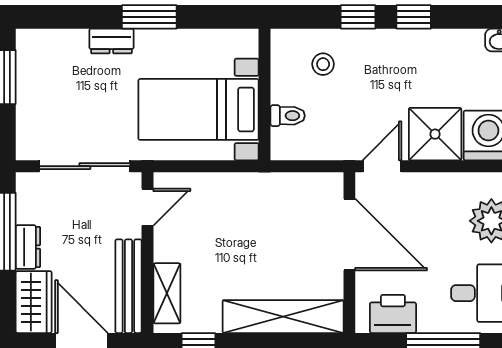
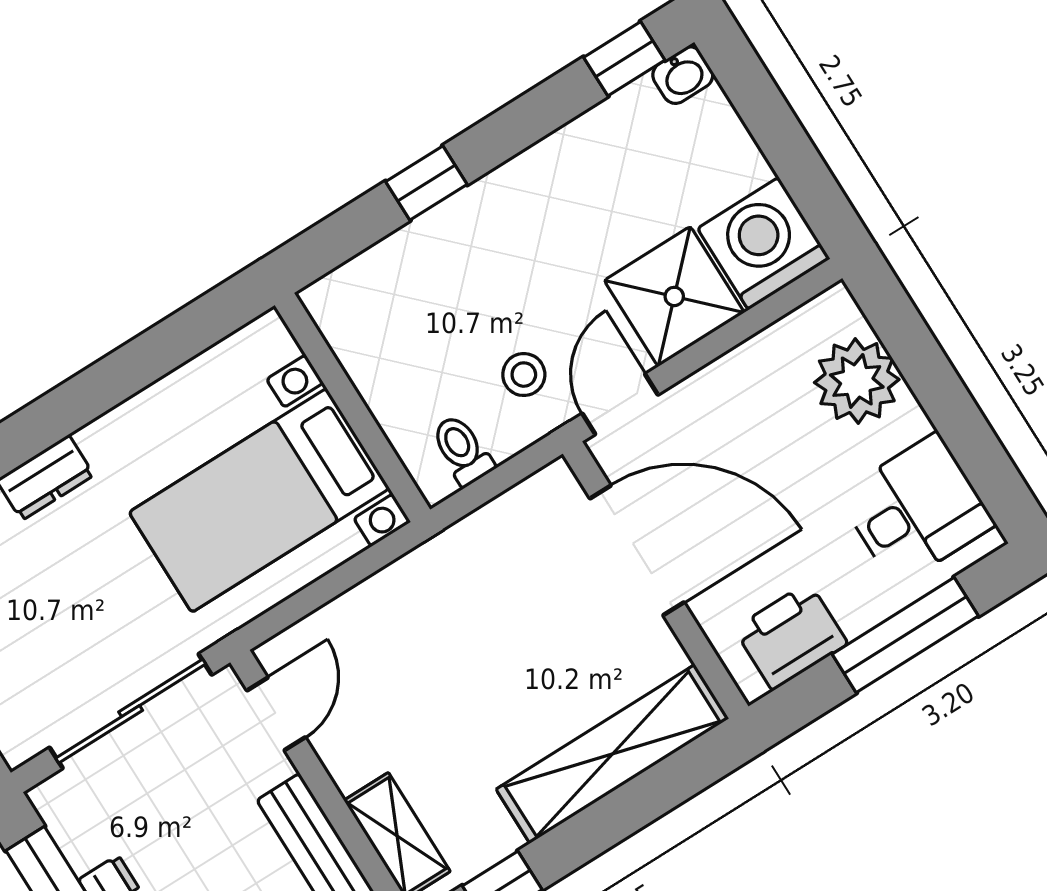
window: (149, 17) -> (83, 399), removed
window: (414, 17) -> (624, 59), moved
stool: (323, 64) -> (524, 375), moved
toilet: (288, 116) -> (462, 450), moved, turned -90

